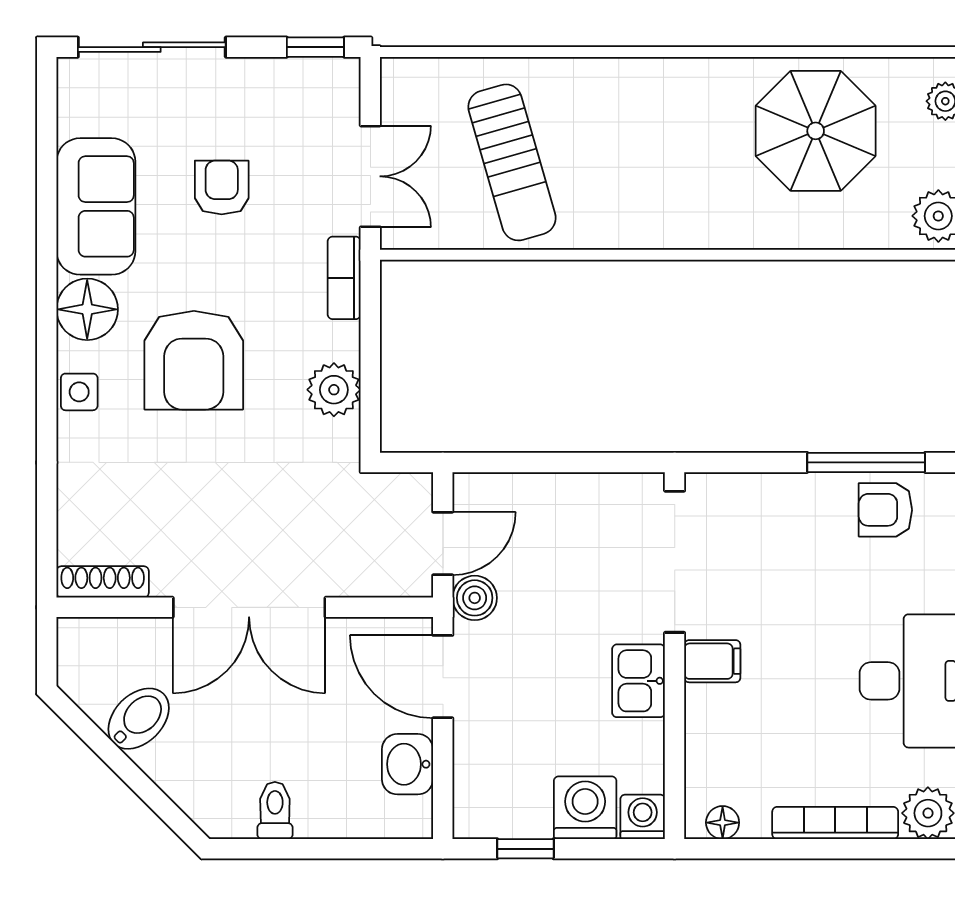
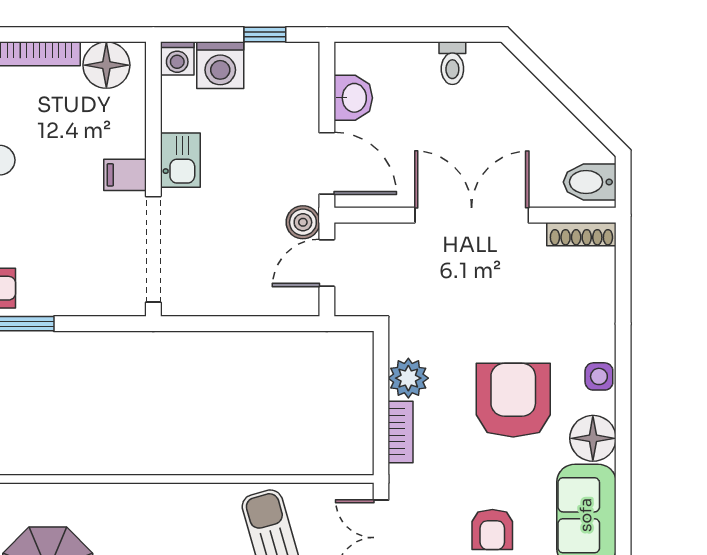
bookcase: (344, 278) -> (401, 432), moved
bidet: (139, 719) -> (590, 182), moved, turned 45
floor lamp: (723, 823) -> (106, 65), width x1.89, depth x1.89

